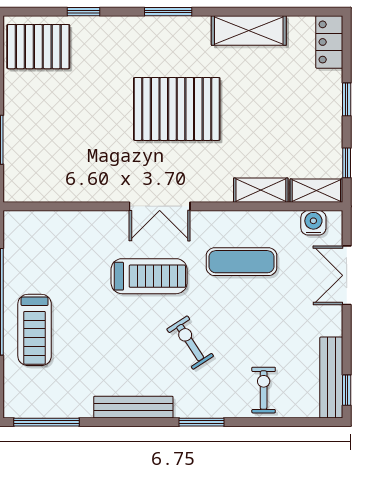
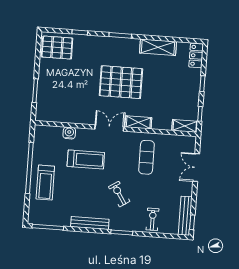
shelving: (261, 190) -> (138, 122), moved
double door: (160, 206) -> (109, 128), swing flipped
water cooler: (313, 223) -> (69, 133), moved
exercise mat: (242, 262) -> (146, 157), turned 90
treadmill: (149, 276) -> (86, 159), moved

